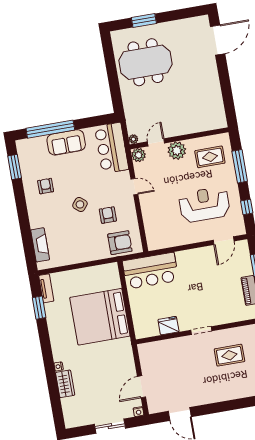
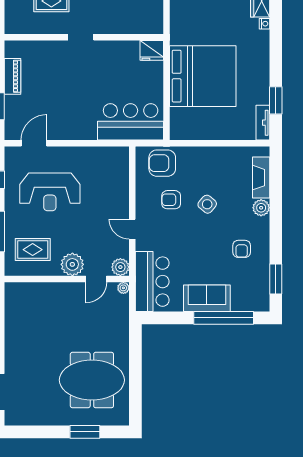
side table: (80, 204) -> (207, 204), moved
armchair: (108, 215) -> (171, 200), turned 90
plant: (36, 221) -> (261, 208), added
fridge: (168, 326) -> (152, 50), moved

